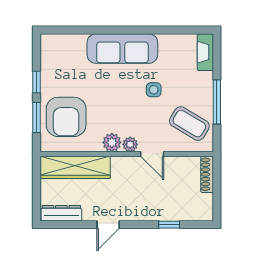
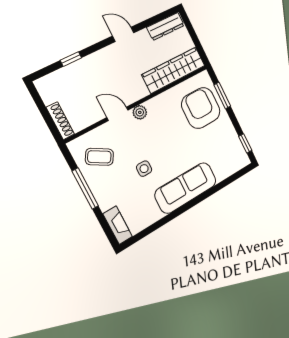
window: (37, 82) -> (245, 143), moved
coffee table: (189, 124) -> (99, 157), width x0.73, depth x0.77
plant: (112, 142) -> (155, 106), removed
door: (108, 225) -> (123, 34), hinge flipped

